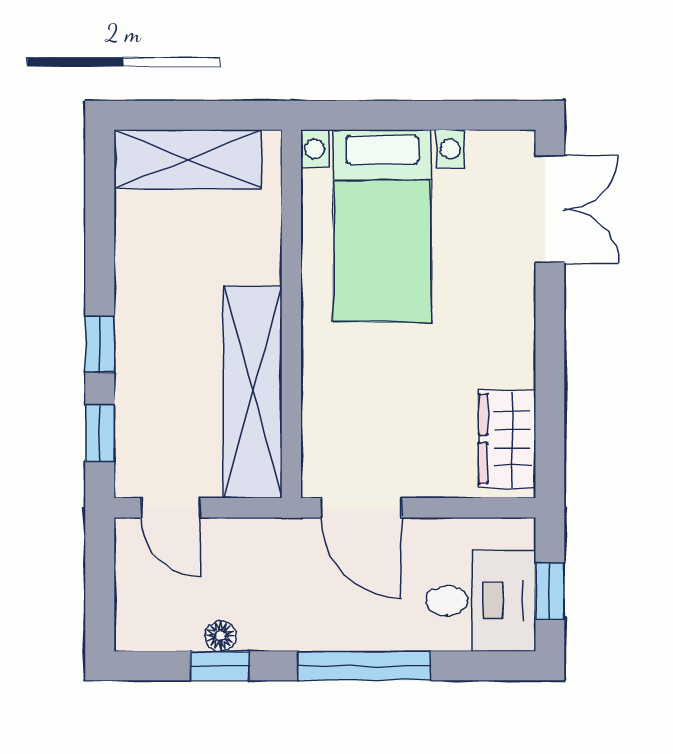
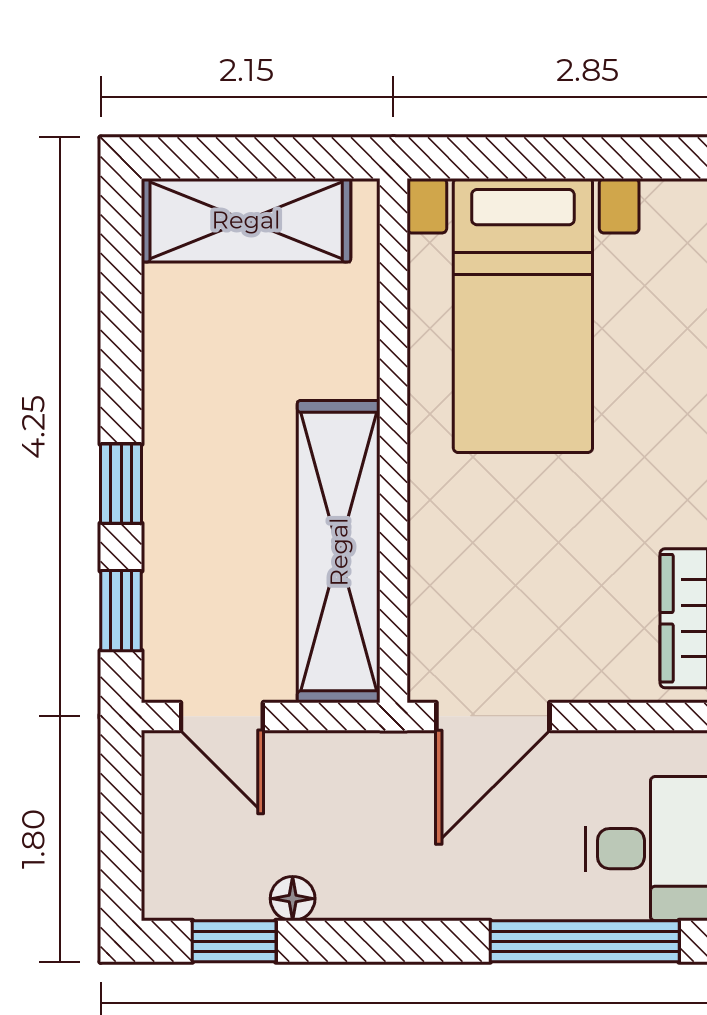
door: (361, 508) -> (493, 716), hinge flipped
window: (220, 666) -> (234, 941), moved
window: (364, 666) -> (585, 941), moved

